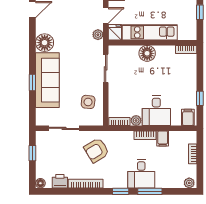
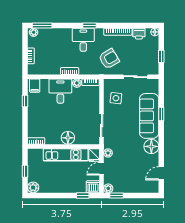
filing cabinet: (163, 139) -> (55, 68), removed
desk: (141, 174) -> (83, 40), moved
window: (150, 191) -> (42, 25), moved

